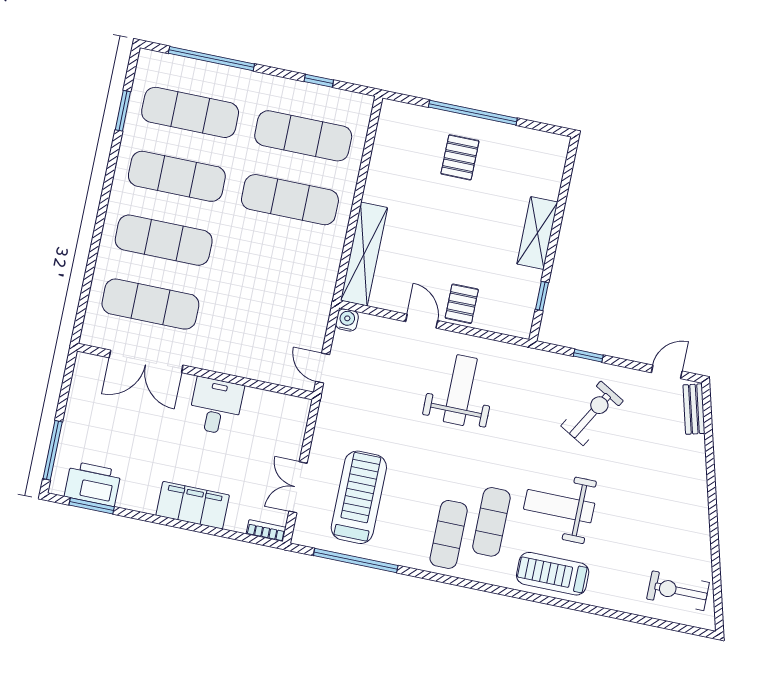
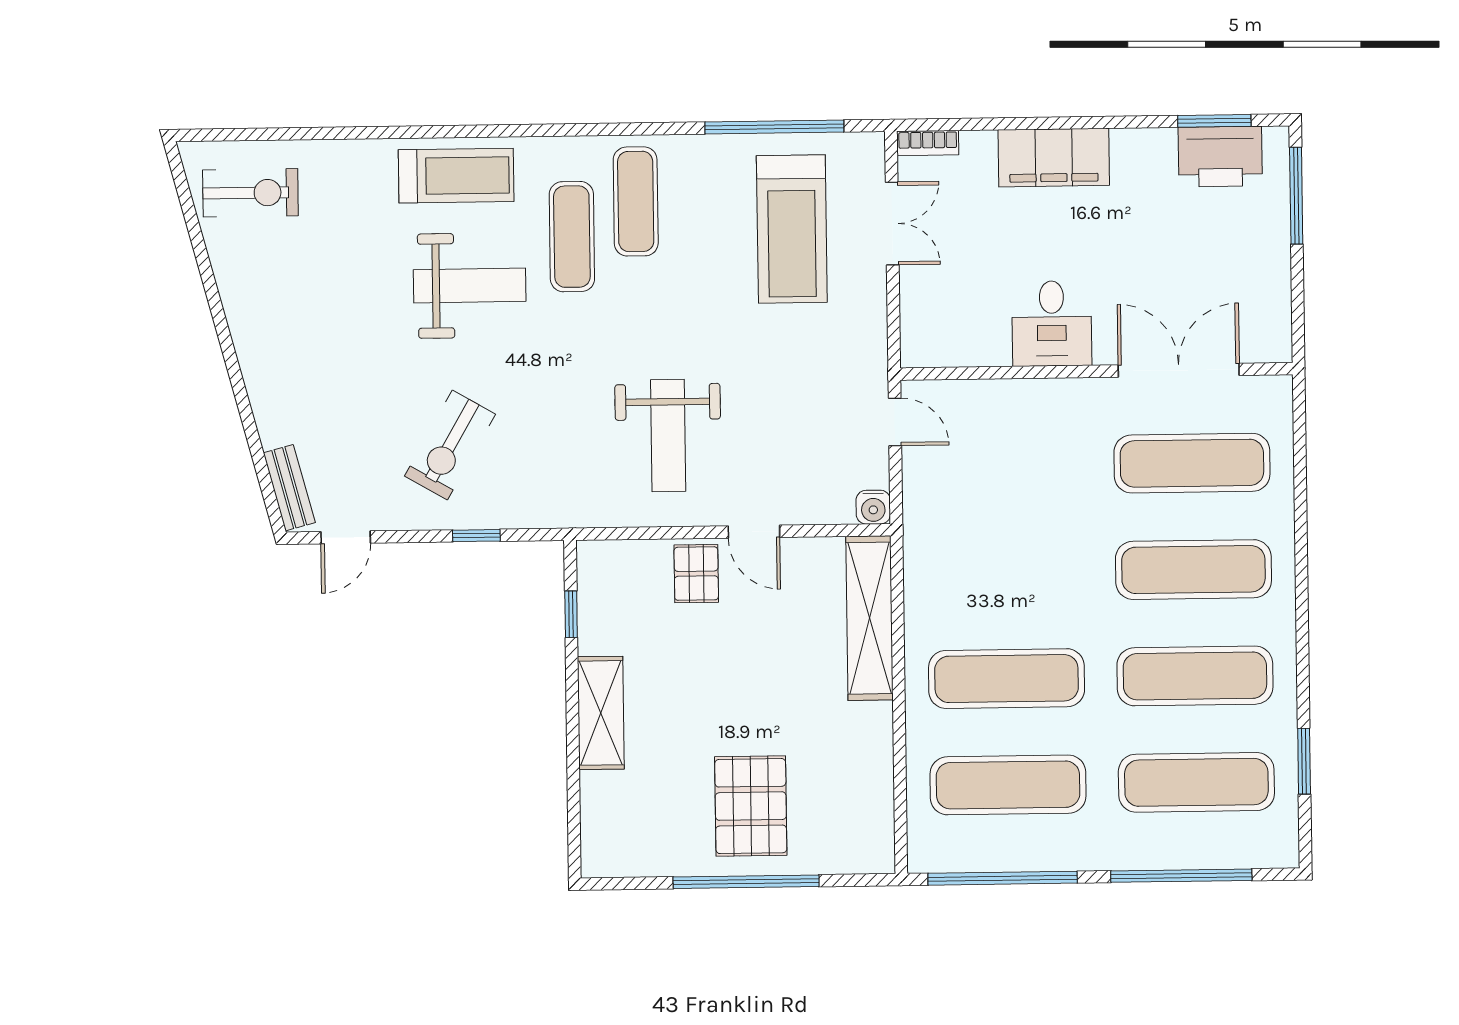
window: (319, 81) -> (1003, 878), width x3.17
pallet: (460, 157) -> (751, 806), width x1.50, depth x1.42

